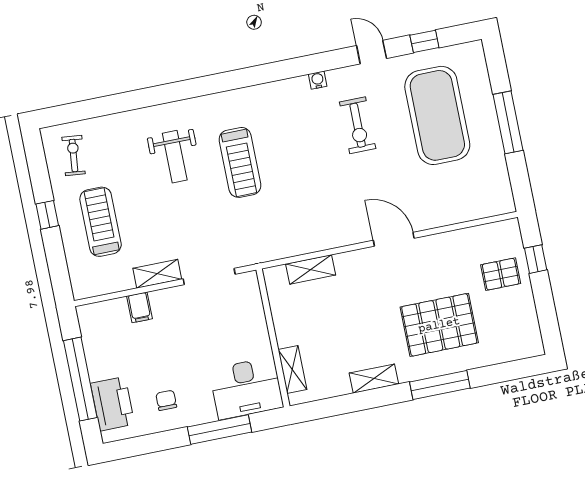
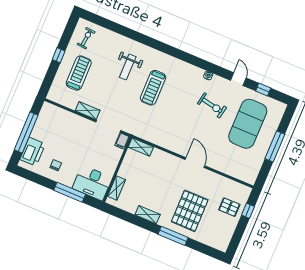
exercise bike: (358, 125) -> (212, 105), turned -79
shelving: (311, 269) -> (141, 147), moved
filing cabinet: (140, 307) -> (122, 141), moved
pallet: (439, 325) -> (190, 211), turned 90

